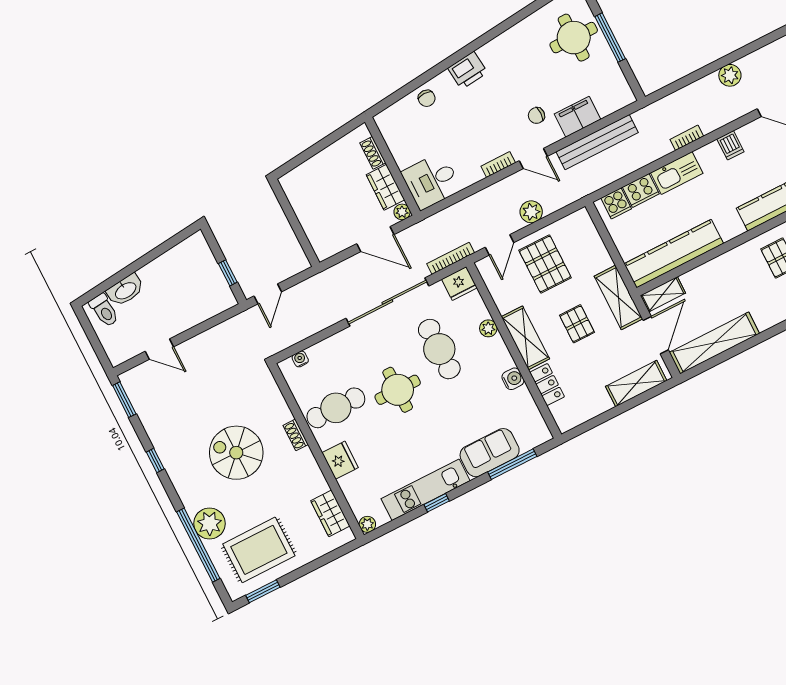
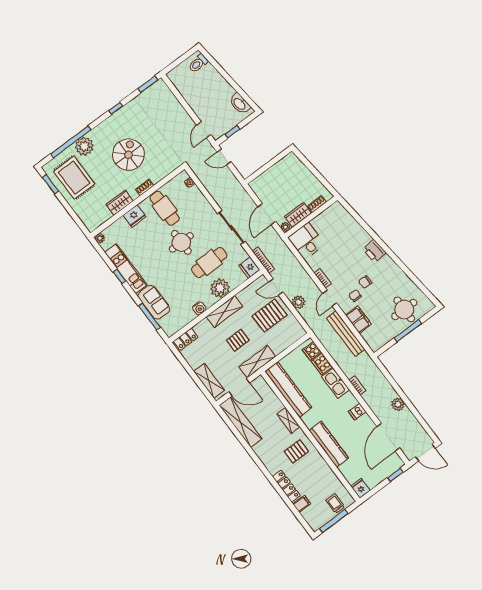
chair: (427, 98) -> (365, 282), moved
washbasin: (125, 290) -> (240, 104), moved
shelving: (663, 294) -> (288, 420), moved
sliding door: (387, 302) -> (231, 228), width x0.73
plant: (488, 328) -> (220, 288), width x1.88, depth x1.88
door: (159, 349) -> (204, 130), moved
locker: (547, 385) -> (186, 339), moved
wardrobe: (330, 513) -> (120, 203), moved

